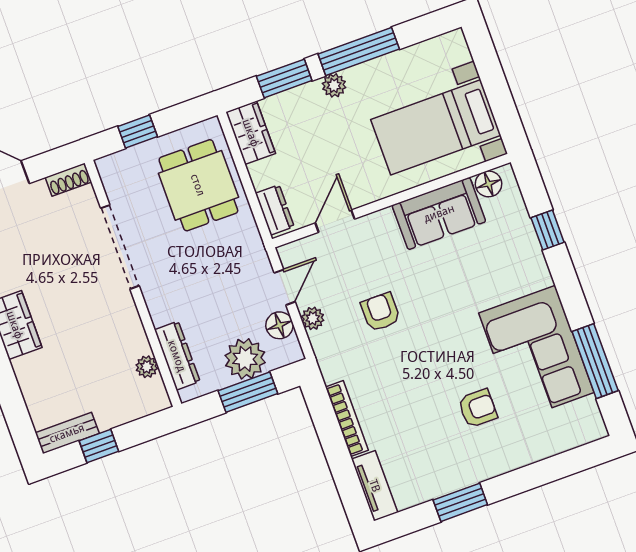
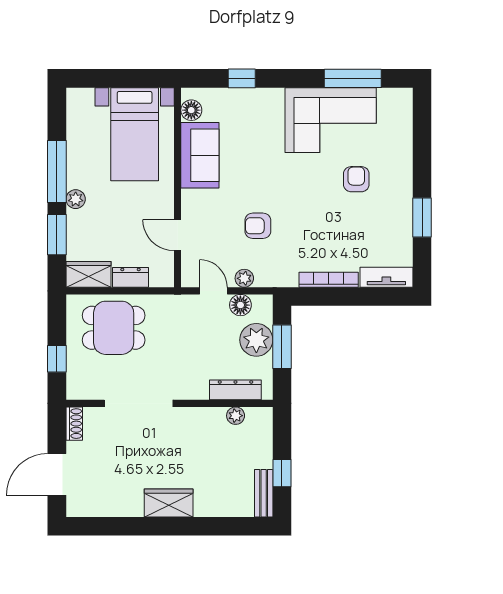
dresser: (275, 210) -> (131, 277), moved

